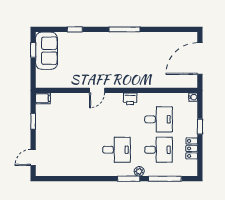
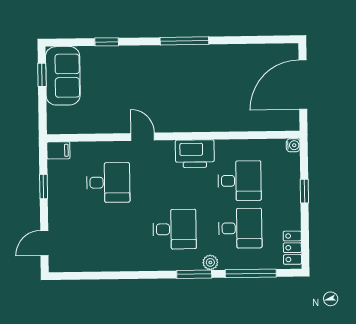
door: (97, 90) -> (143, 137), swing flipped
printer: (130, 99) -> (195, 154), width x1.87, depth x1.48
desk: (75, 119) -> (108, 183), added
locker: (192, 148) -> (292, 248), moved

